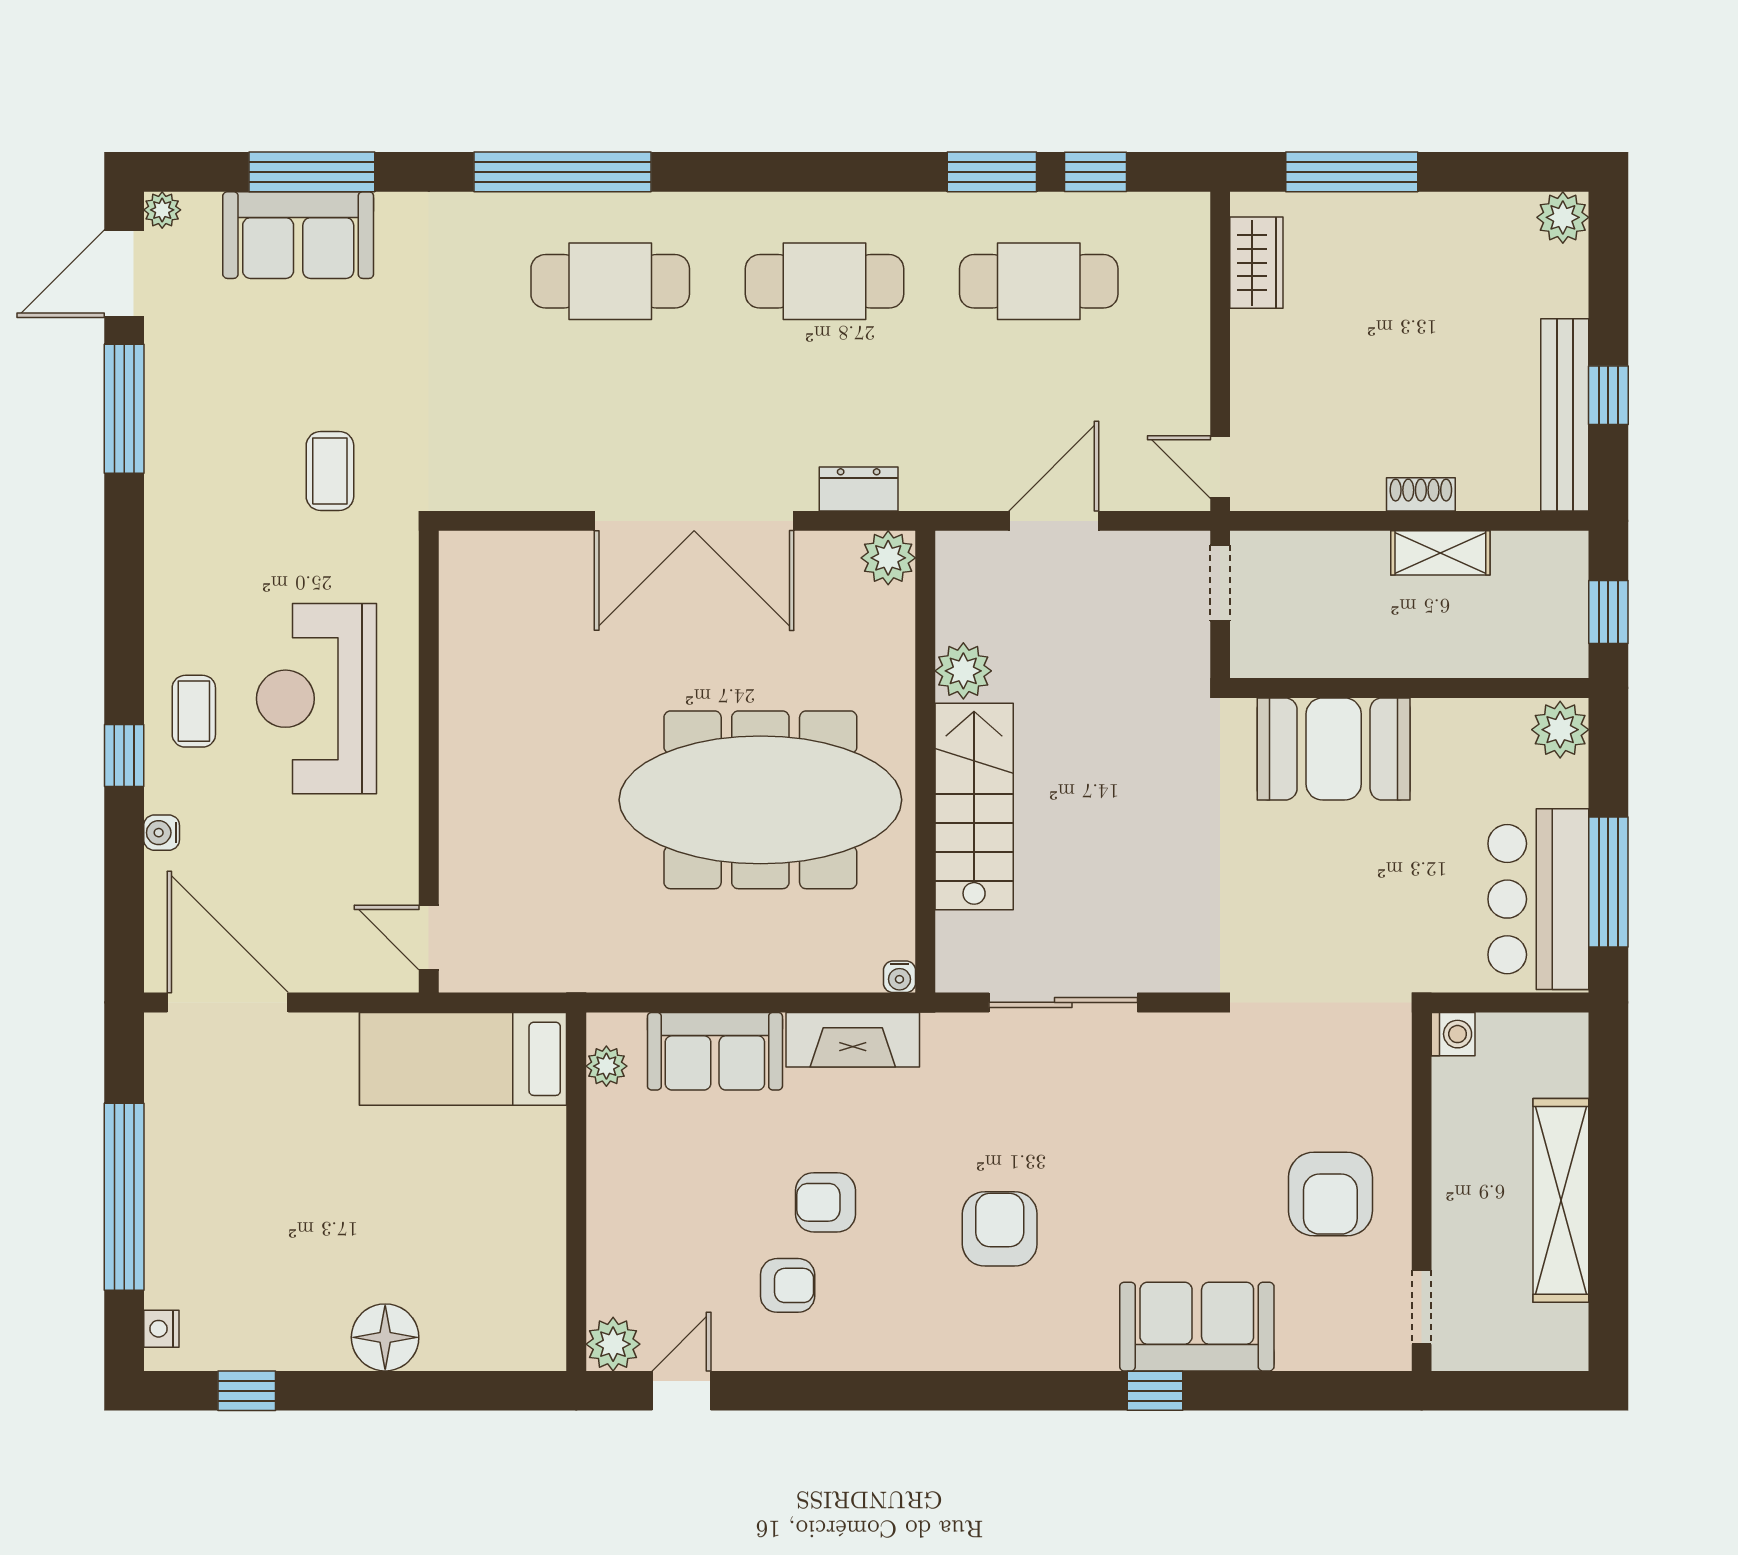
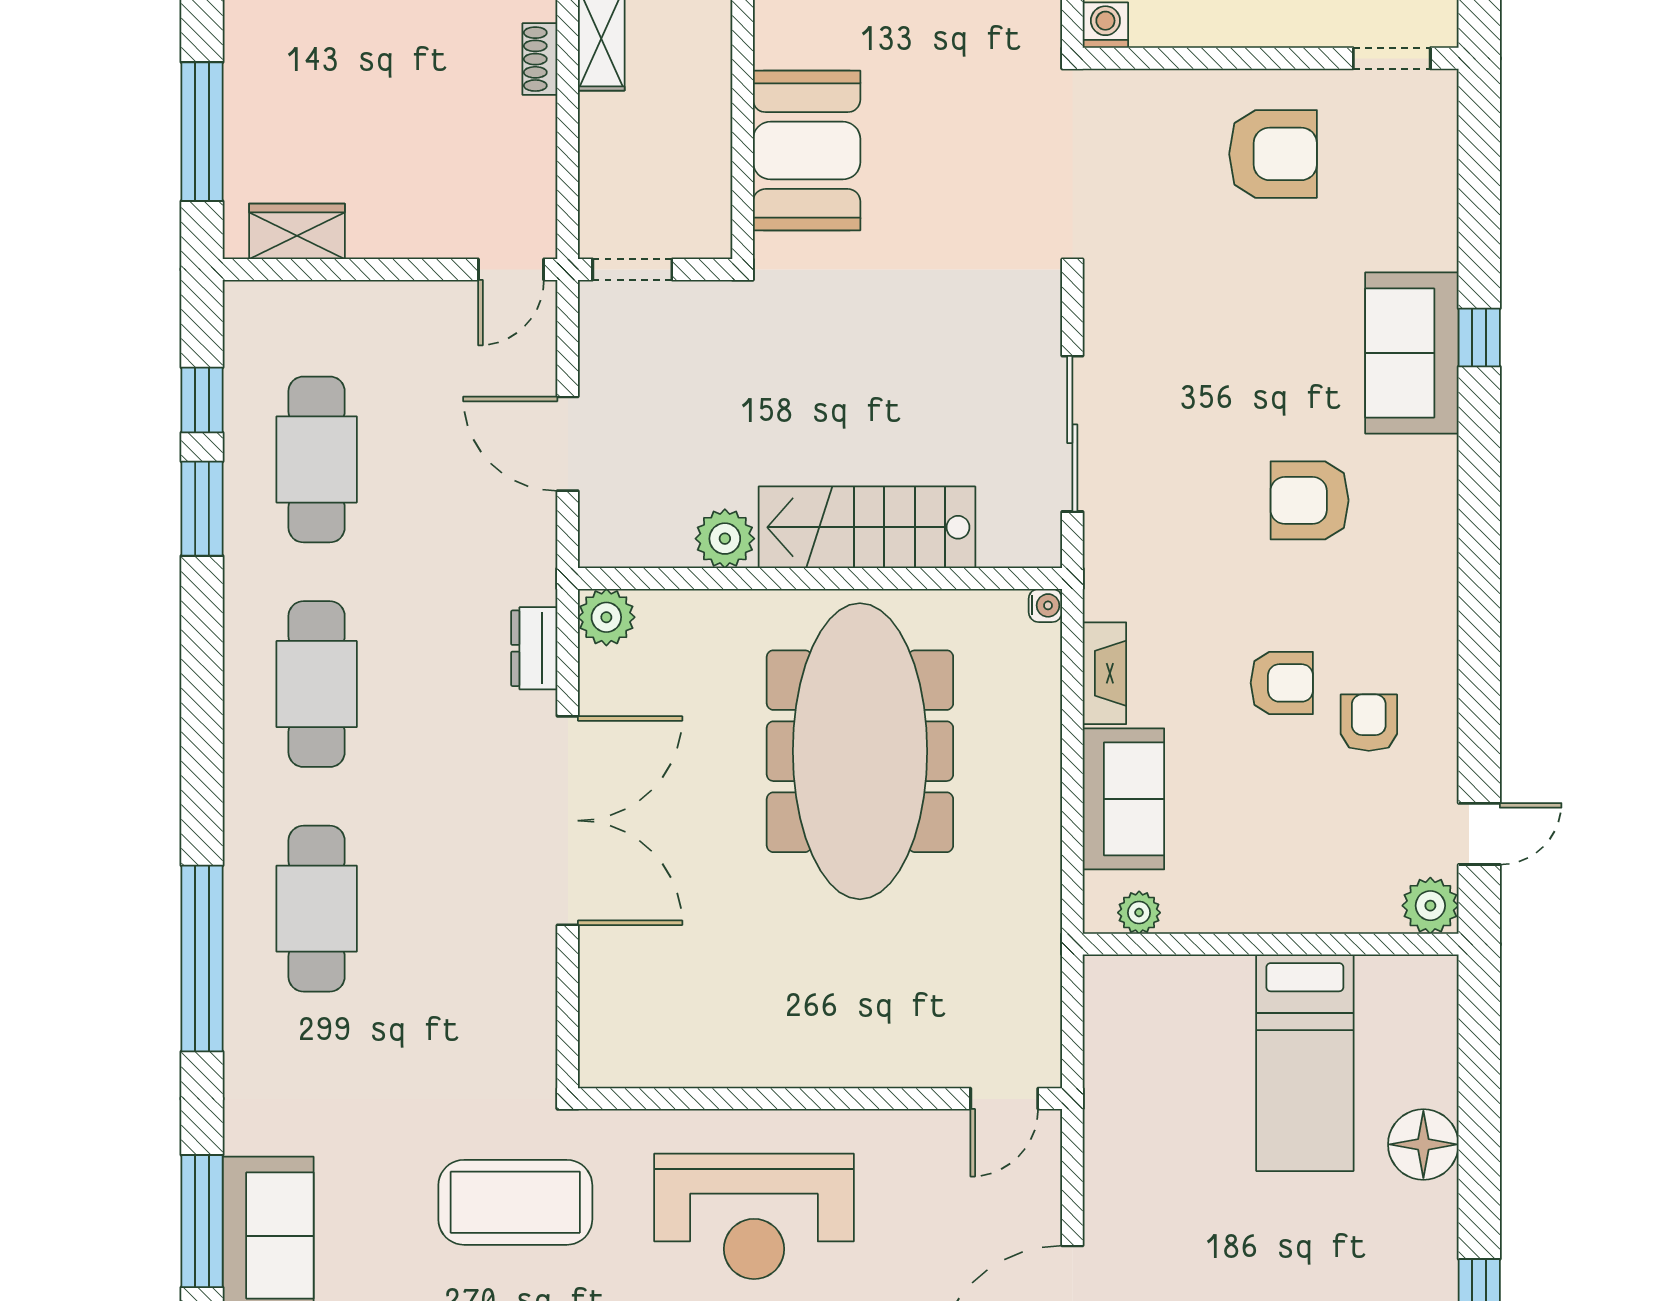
coffee table: (330, 471) -> (515, 1202), width x1.86, depth x1.72
fireplace: (853, 1040) -> (1104, 673), width x0.73, depth x0.76
bed: (463, 1059) -> (1305, 1063), moved
armchair: (826, 1202) -> (1282, 683), turned -90
sofa: (1197, 1327) -> (1412, 353), moved
door: (681, 1391) -> (1479, 834), swing flipped

